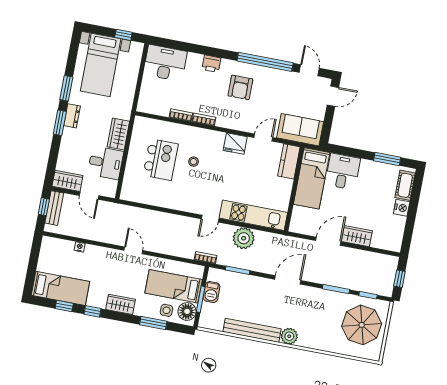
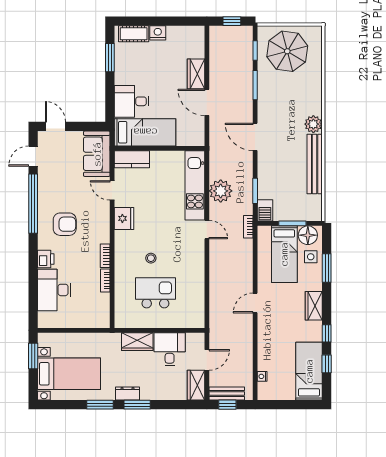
window: (123, 35) -> (33, 356), width x1.50
desk: (165, 63) -> (54, 290), moved
nightstand: (80, 247) -> (262, 376), moved
barbecue: (212, 292) -> (265, 210), moved, turned 90

